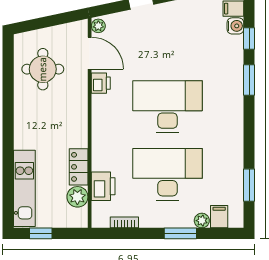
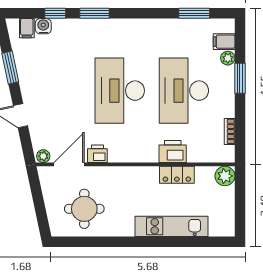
printer: (103, 186) -> (173, 152), moved
kitchen unit: (24, 188) -> (171, 226), moved
plant: (77, 197) -> (225, 176), moved
window: (41, 233) -> (240, 211), removed

